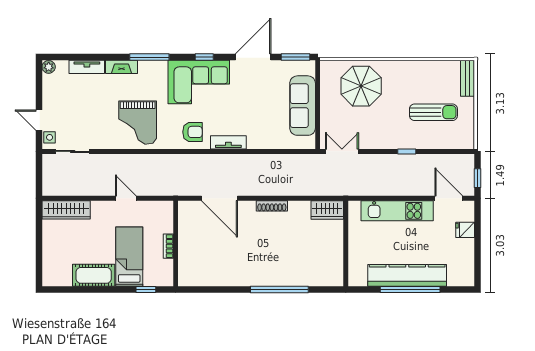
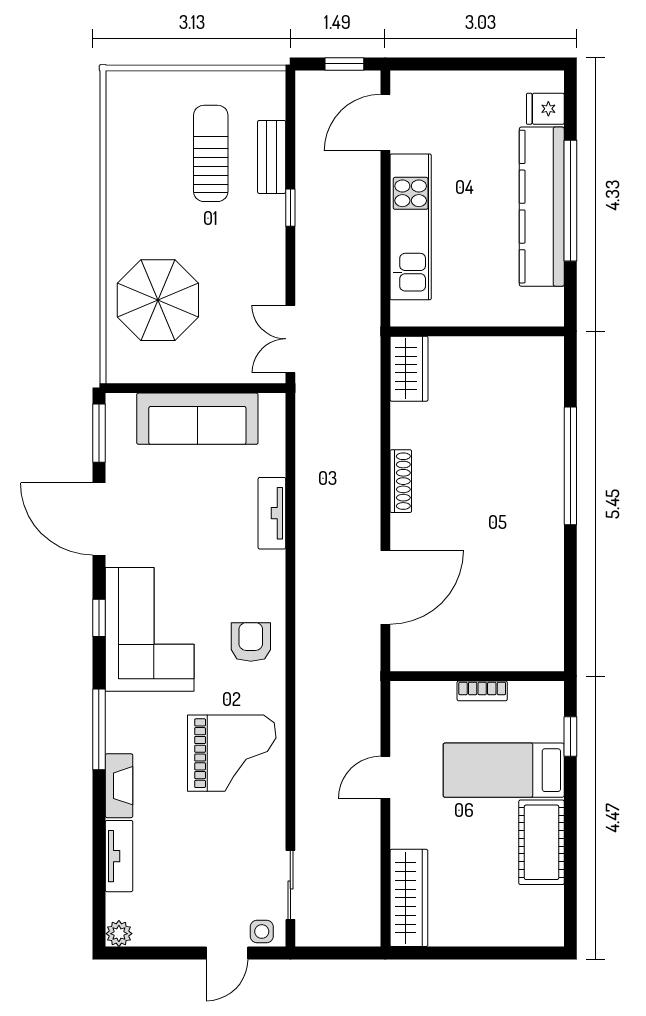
bench: (468, 78) -> (272, 157), moved, turned 90
tv unit: (228, 142) -> (272, 513), moved
fridge: (465, 230) -> (545, 109), moved, turned 90

